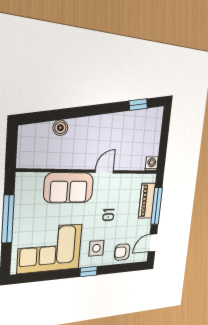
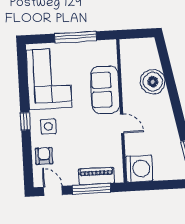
boiler: (60, 128) -> (153, 82), width x1.86, depth x1.86
washing machine: (152, 164) -> (139, 169), width x1.89, depth x1.89

